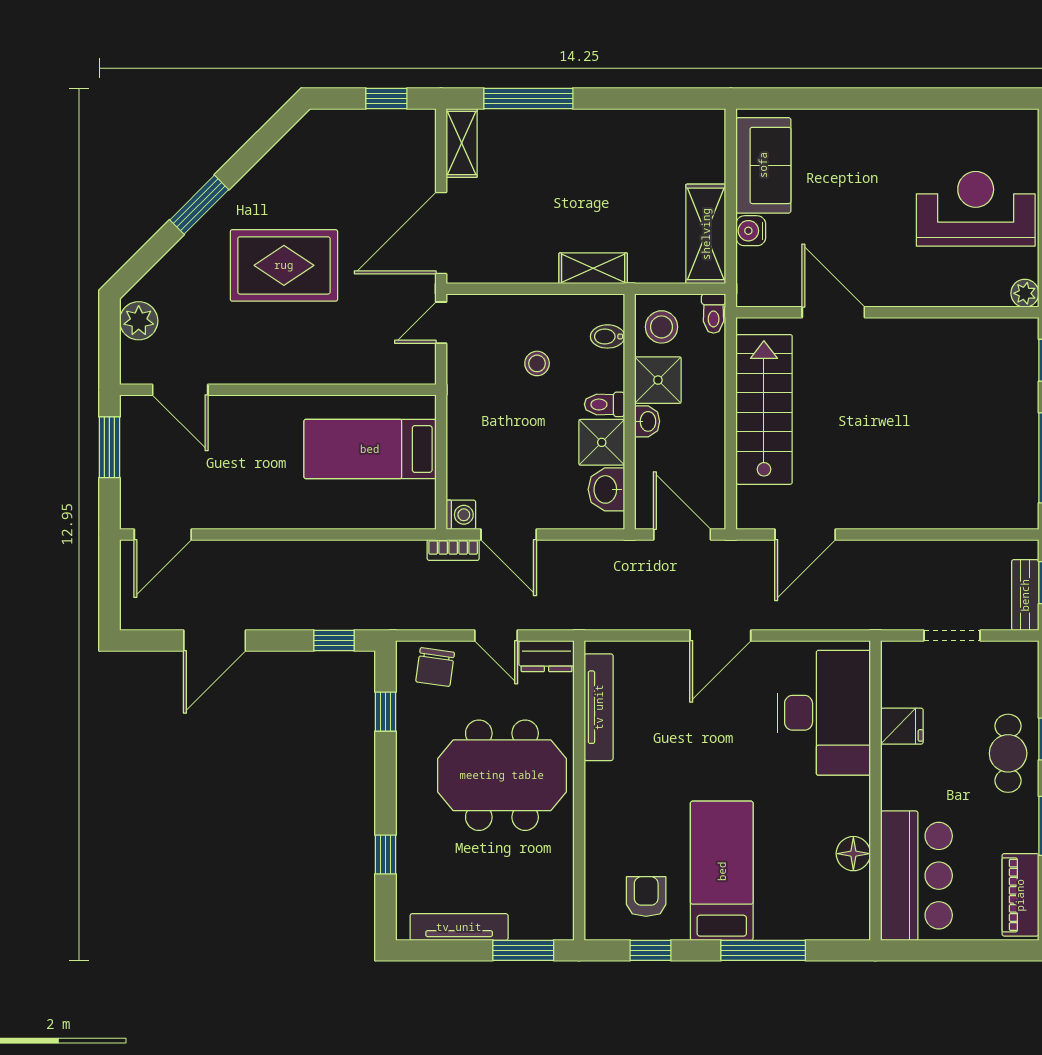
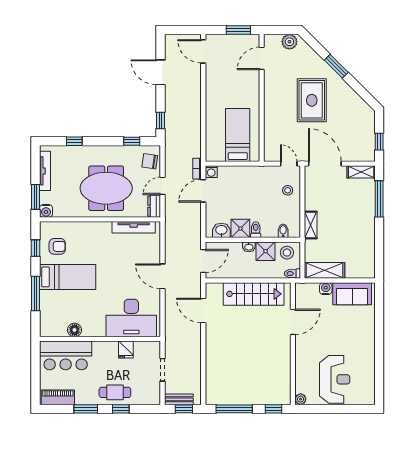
stool: (537, 363) -> (288, 190), moved
meeting table: (502, 775) -> (106, 188), turned 90
water cooler: (558, 924) -> (46, 211), added

